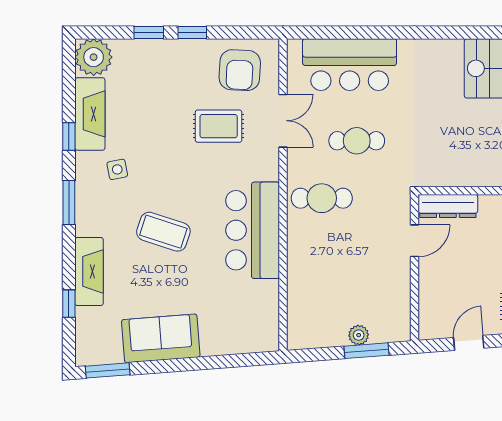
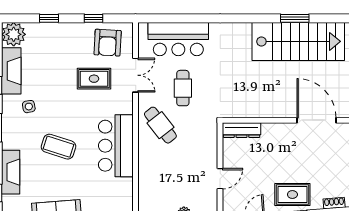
window: (192, 32) -> (94, 18), moved
cafe table: (357, 141) -> (183, 88), turned 90
cafe table: (322, 198) -> (160, 125), turned 52
door: (415, 241) -> (220, 179), moved

